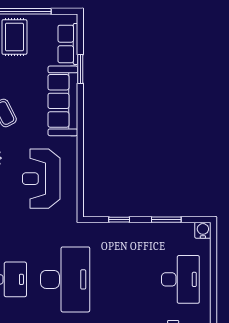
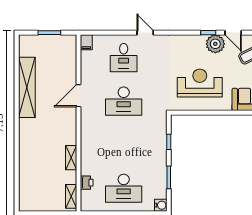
desk: (65, 279) -> (124, 101), width x0.73, depth x0.77

